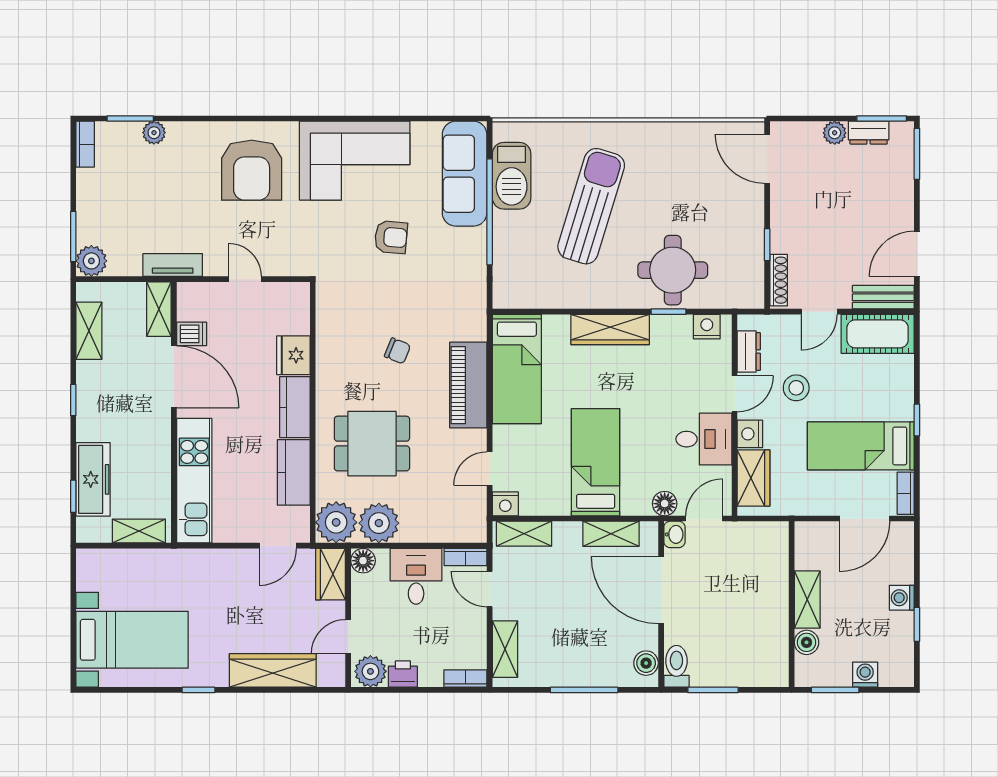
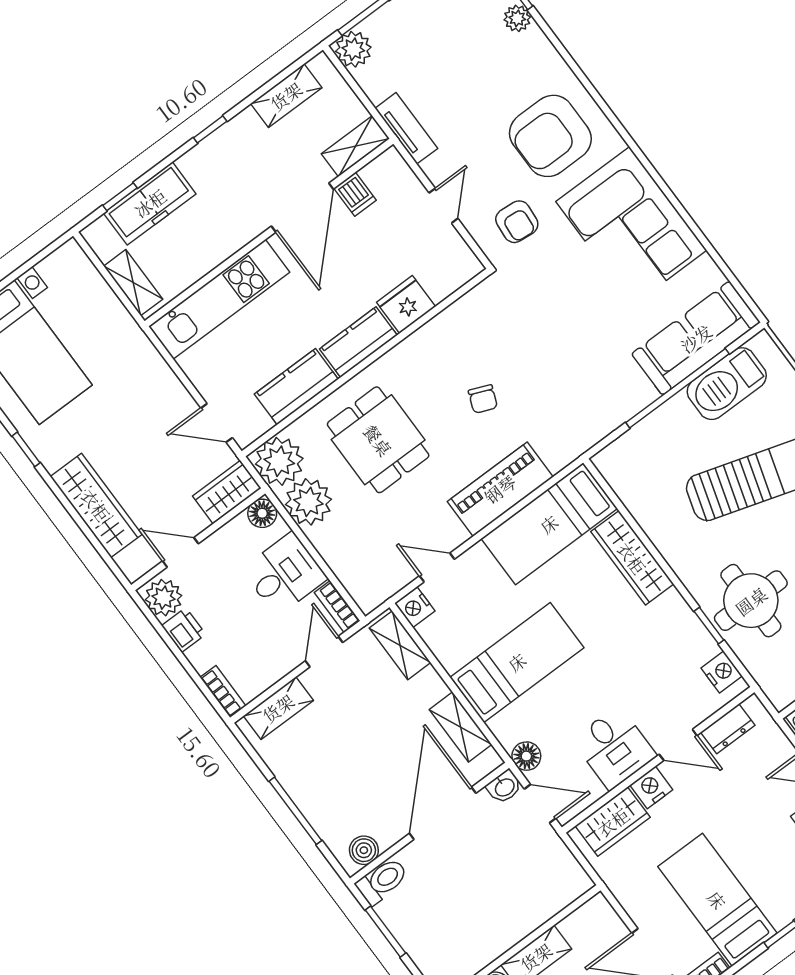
armchair: (391, 237) -> (517, 222), moved
wardrobe: (610, 330) -> (632, 558), moved
stool: (796, 388) -> (727, 799), removed

